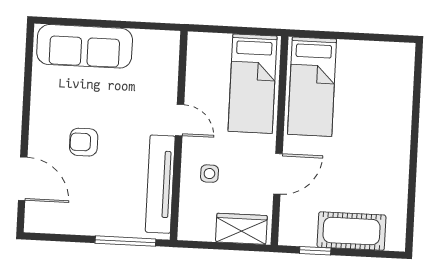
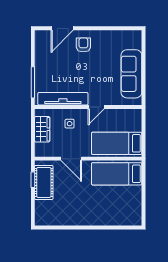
sofa: (85, 46) -> (131, 74), moved
armchair: (84, 142) -> (83, 45), moved
wardrobe: (241, 229) -> (42, 129), moved
cot: (351, 231) -> (44, 182), moved

